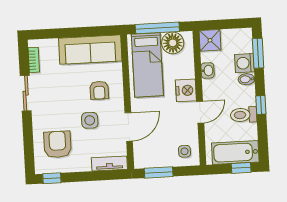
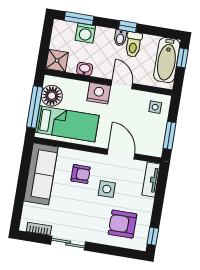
bidet: (246, 79) -> (120, 38), moved

